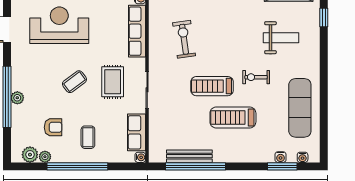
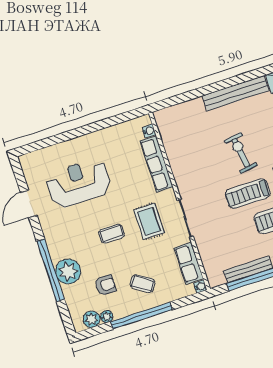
exercise bike: (184, 39) -> (241, 153), moved
coffee table: (74, 82) -> (112, 234), turned 37
plant: (17, 98) -> (68, 271), width x1.87, depth x1.87
coffee table: (88, 137) -> (143, 284), turned -57

